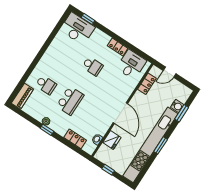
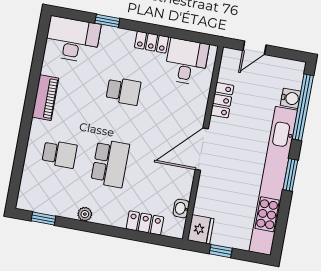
window: (88, 19) -> (107, 21), moved
locker: (147, 84) -> (222, 100), moved
piano: (22, 96) -> (45, 98), moved
door: (120, 113) -> (202, 149), swing flipped
window: (182, 113) -> (303, 107), width x2.11
window: (47, 130) -> (43, 219), moved
fridge: (112, 140) -> (201, 229), moved

